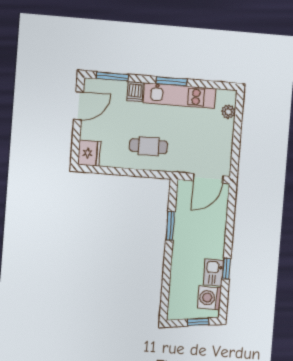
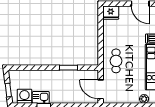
cafe table: (149, 146) -> (116, 61), moved

